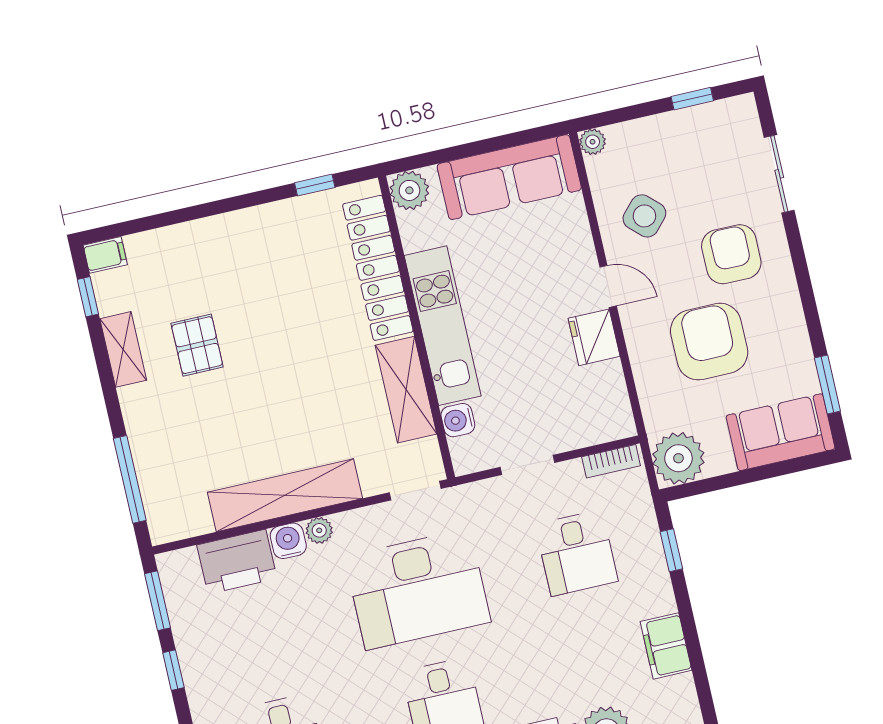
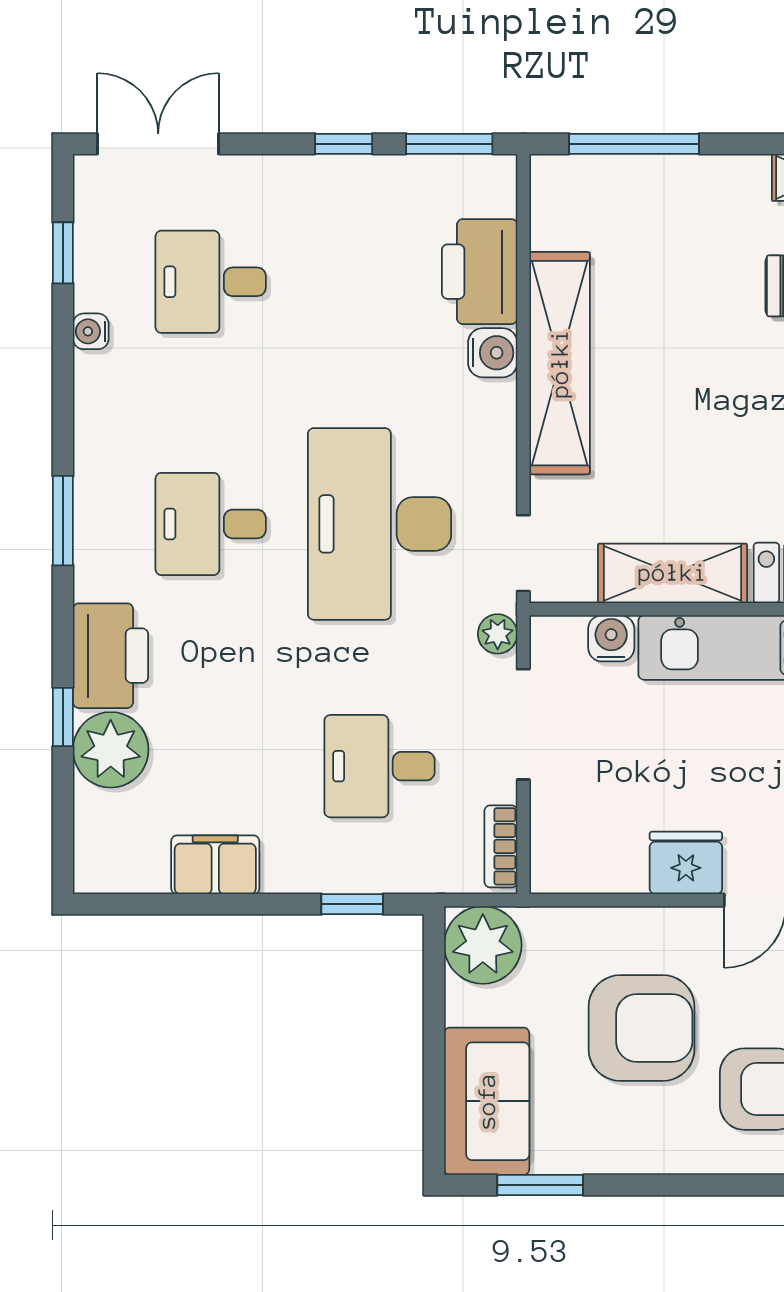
doorway: (527, 465) -> (523, 724), width x1.38
plant: (319, 530) -> (498, 634), moved

